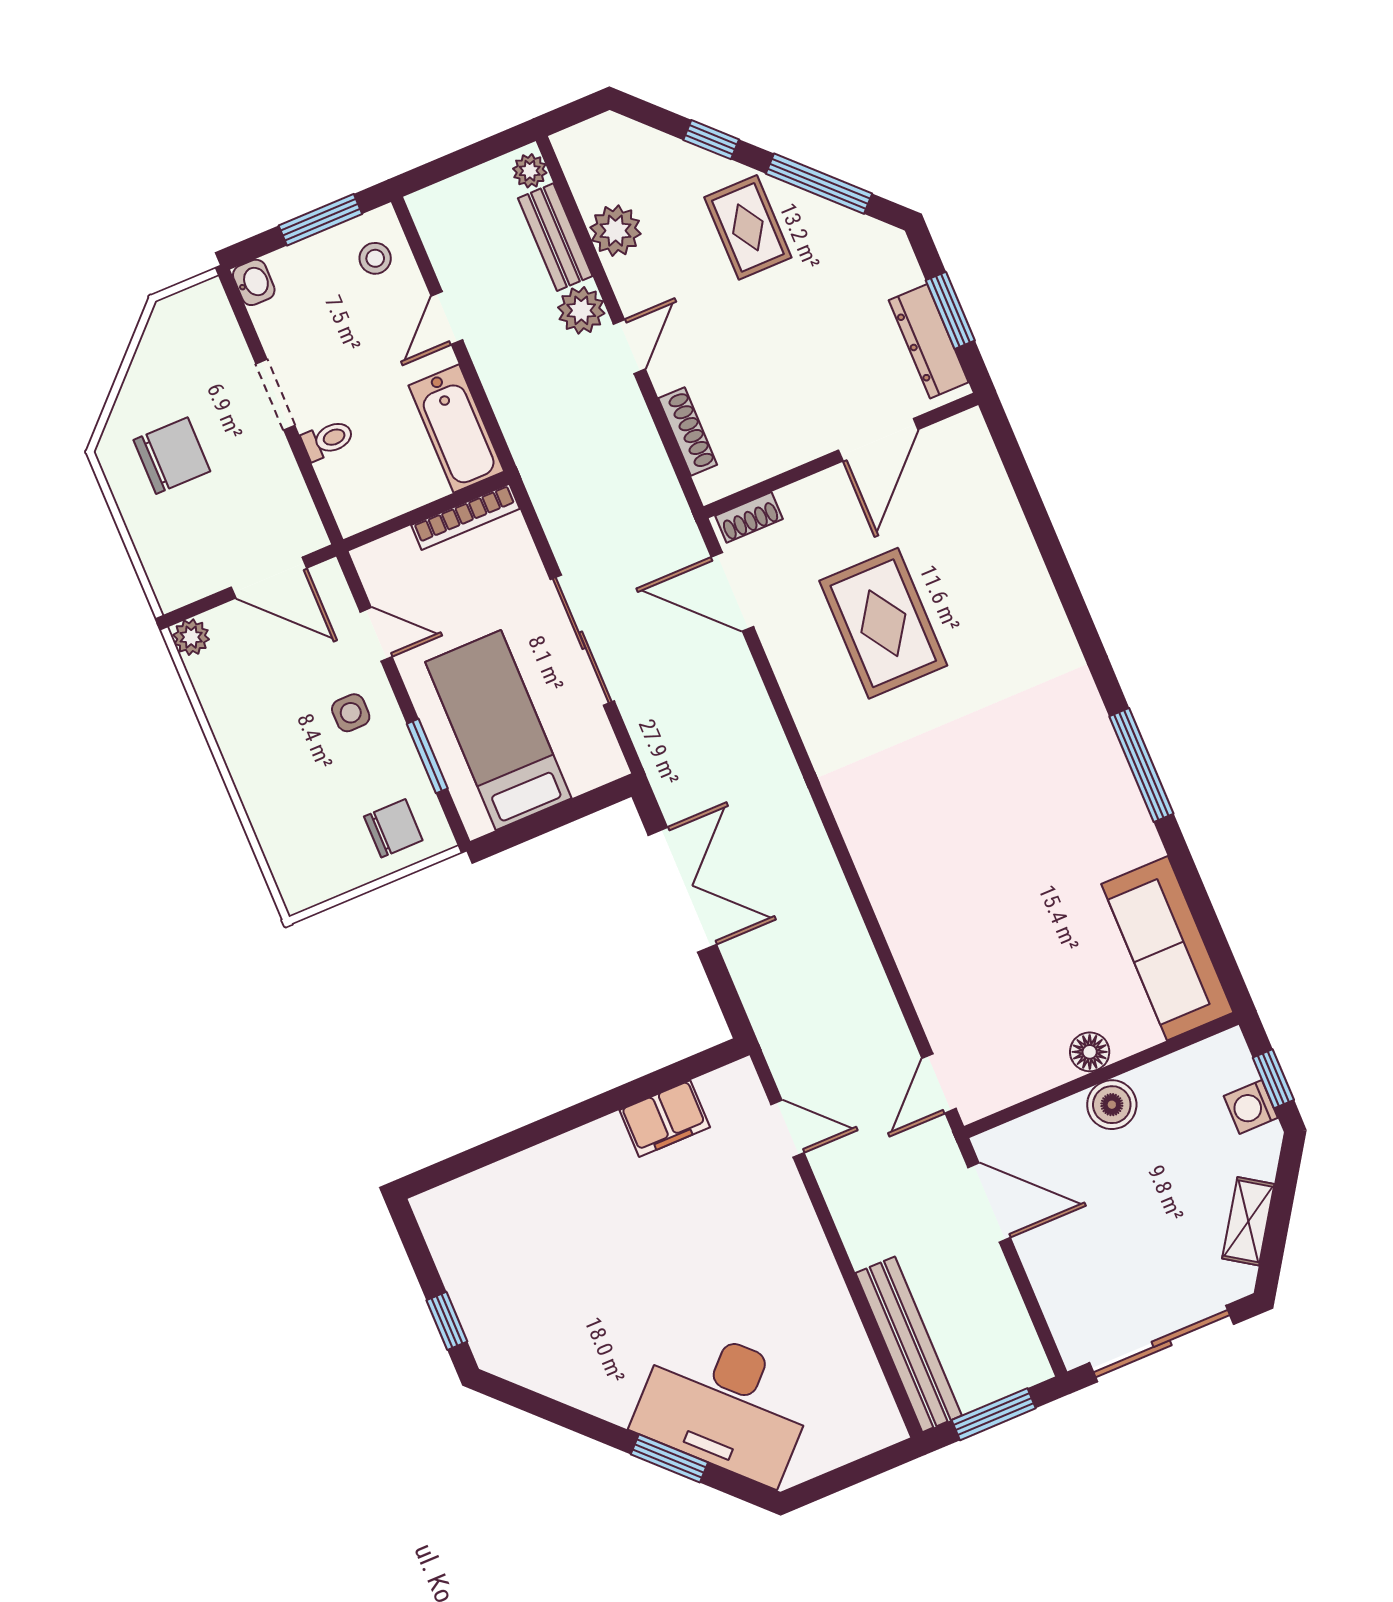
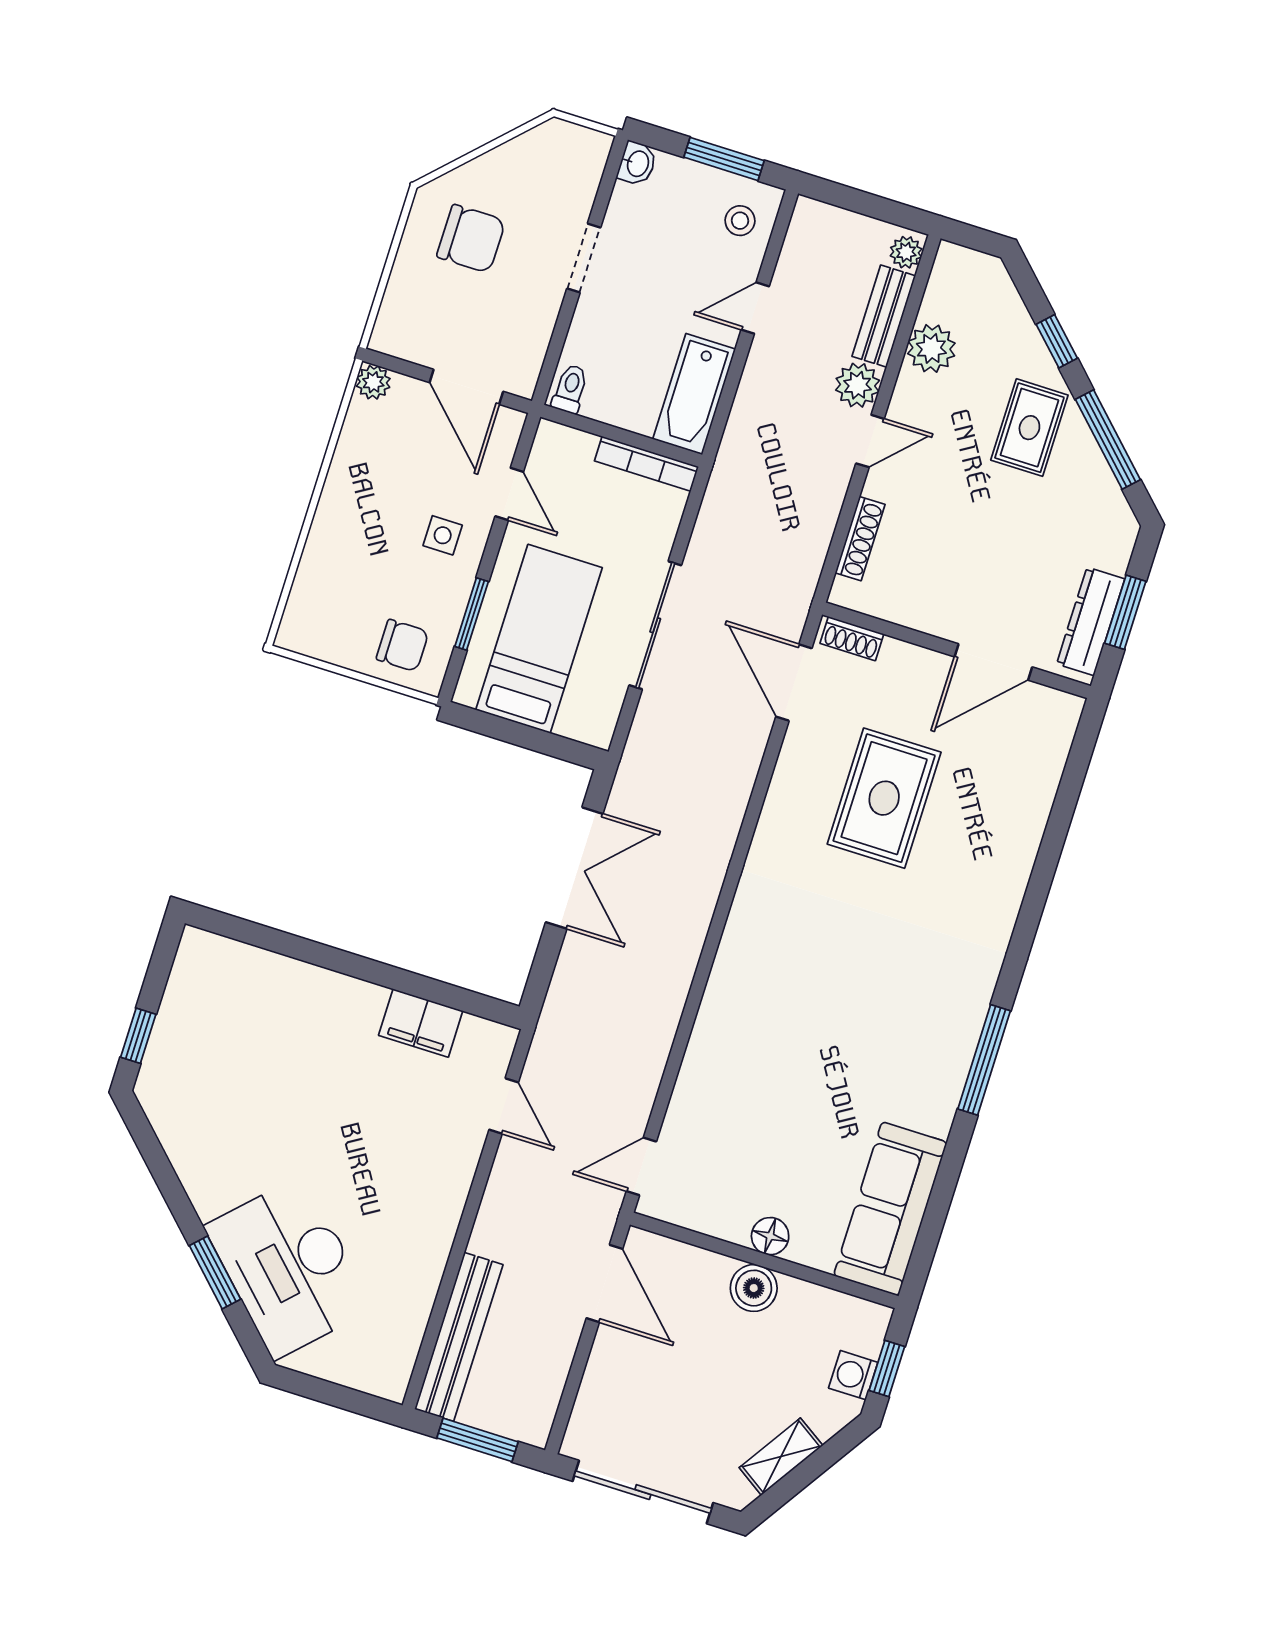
toilet: (328, 440) -> (570, 389), moved, turned -90

